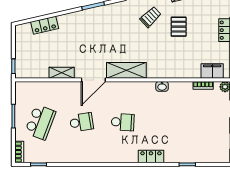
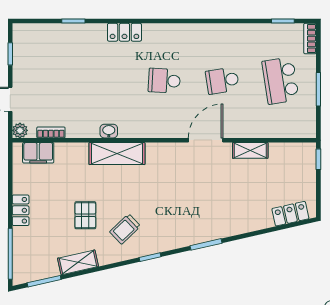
locker: (45, 25) -> (290, 214), moved
shelving: (126, 70) -> (117, 154), moved
school desk: (40, 122) -> (280, 81), turned -30

